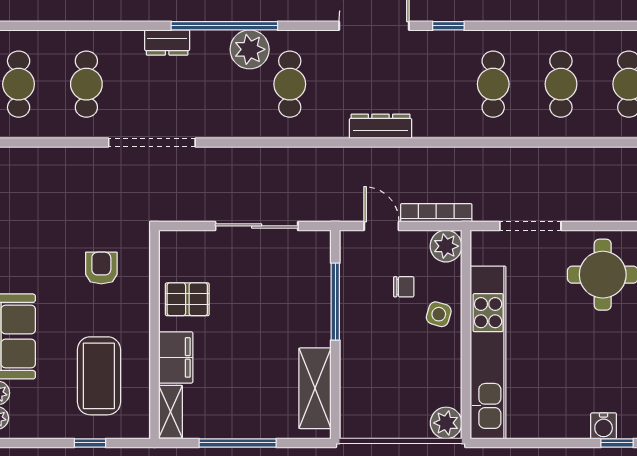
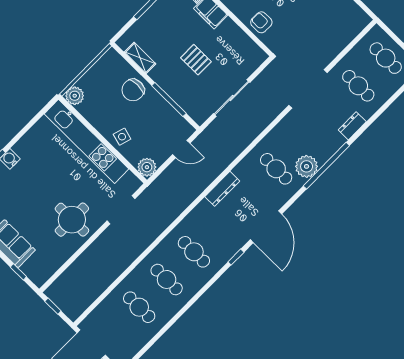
dresser: (167, 43) -> (352, 126), moved
bookcase: (436, 213) -> (164, 177), removed
armchair: (101, 268) -> (261, 22), moved, turned 180
chair: (404, 287) -> (133, 90), moved, width x1.87, depth x1.87
pallet: (187, 299) -> (196, 60), moved, turned 90
shelving: (315, 388) -> (140, 58), width x0.67, depth x0.75

